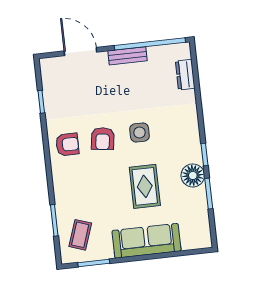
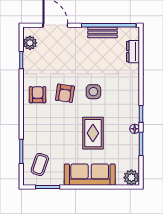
bench: (128, 56) -> (103, 32), moved
plant: (50, 78) -> (30, 43), added
armchair: (67, 145) -> (38, 95), turned -90
floor lamp: (193, 175) -> (135, 129), width x0.53, depth x0.53
plant: (201, 239) -> (131, 178), added

